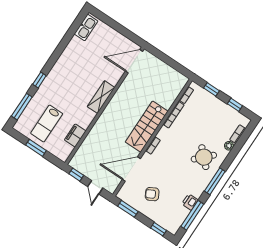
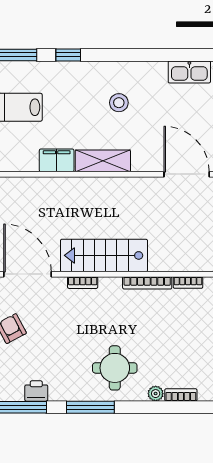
stool: (78, 71) -> (119, 103), added
filing cabinet: (75, 135) -> (57, 160), moved
round table: (204, 157) -> (115, 368), turned 45

